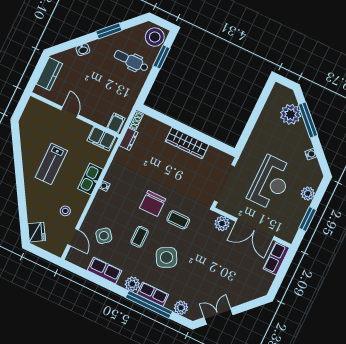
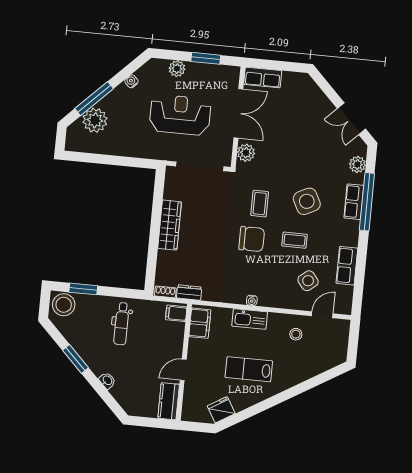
dental chair: (131, 61) -> (122, 324), moved
kitchen counter: (49, 74) -> (169, 401), moved, turned -90
lab bench: (51, 164) -> (249, 369), turned 180
fridge: (37, 232) -> (221, 410), moved
plant: (132, 284) -> (351, 229), removed

